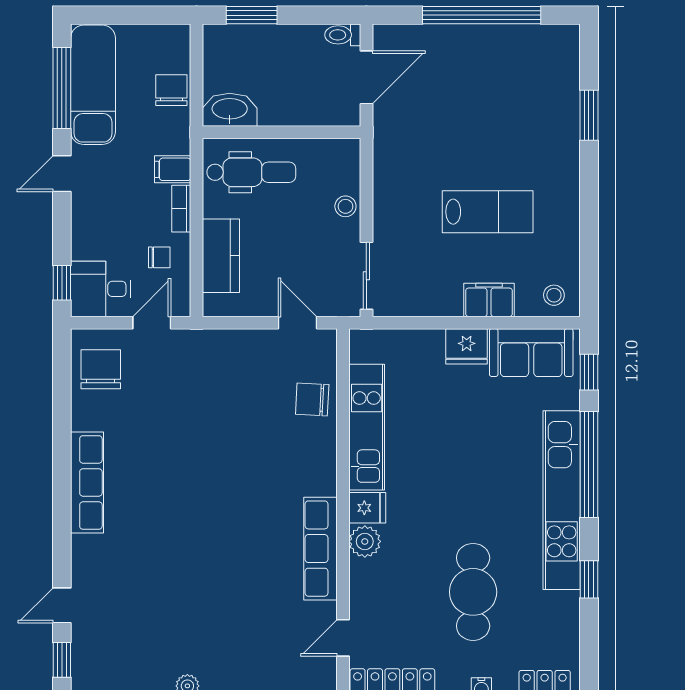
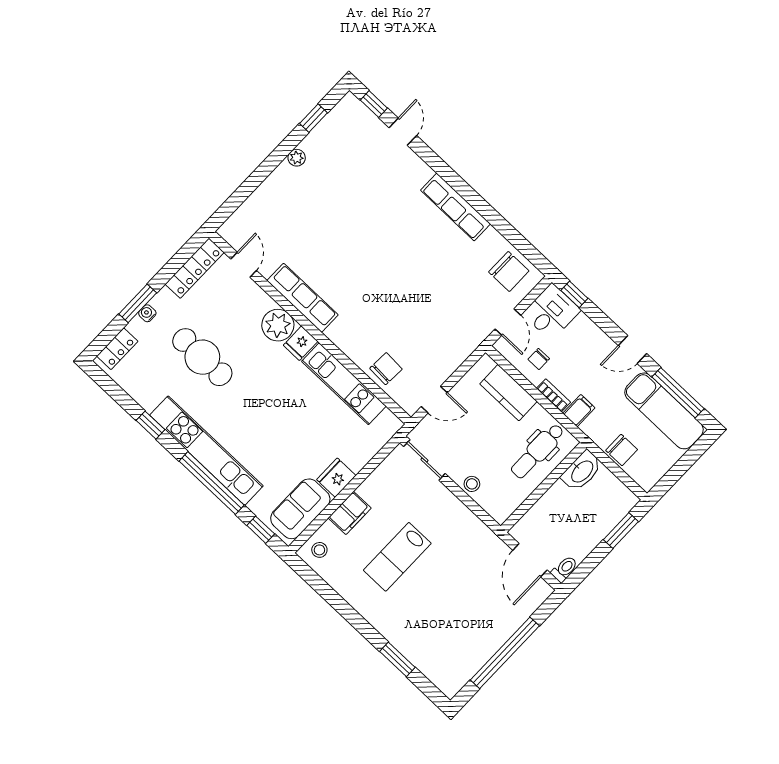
door: (62, 174) -> (632, 350), swing flipped
plant: (365, 541) -> (278, 325), width x1.36, depth x1.36

